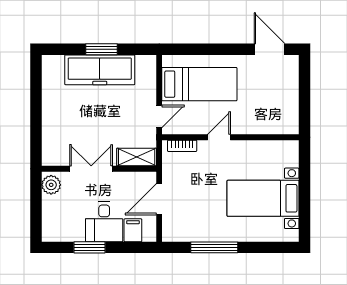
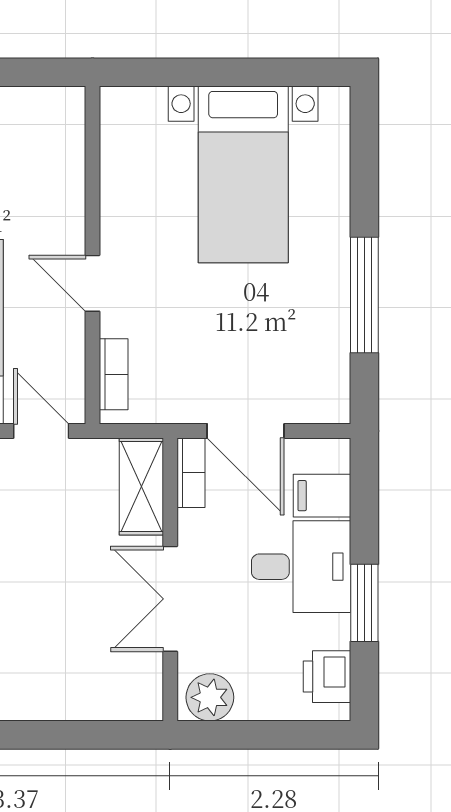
bookcase: (142, 177) -> (191, 473), added
printer: (60, 232) -> (327, 677), added

